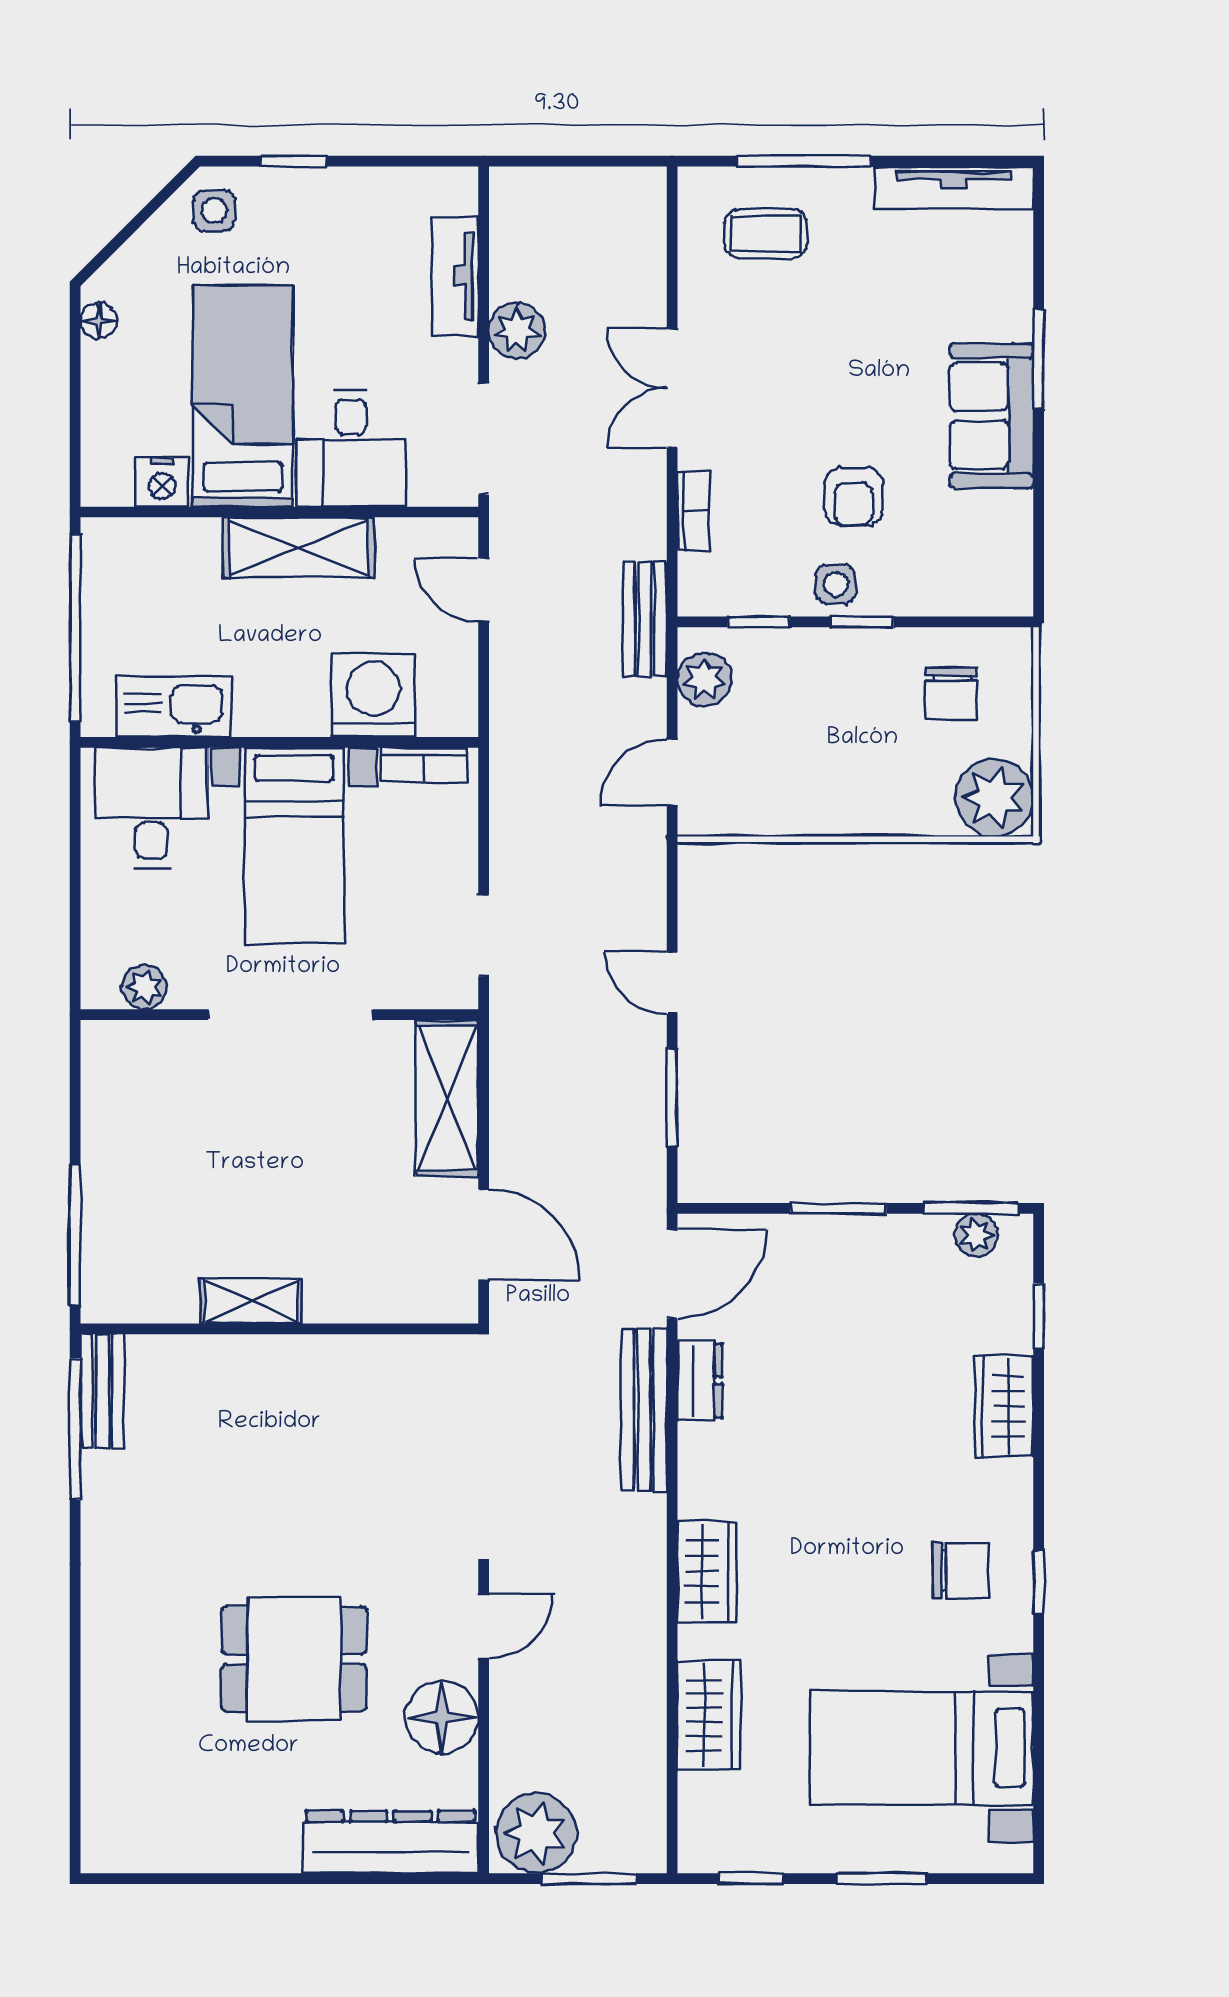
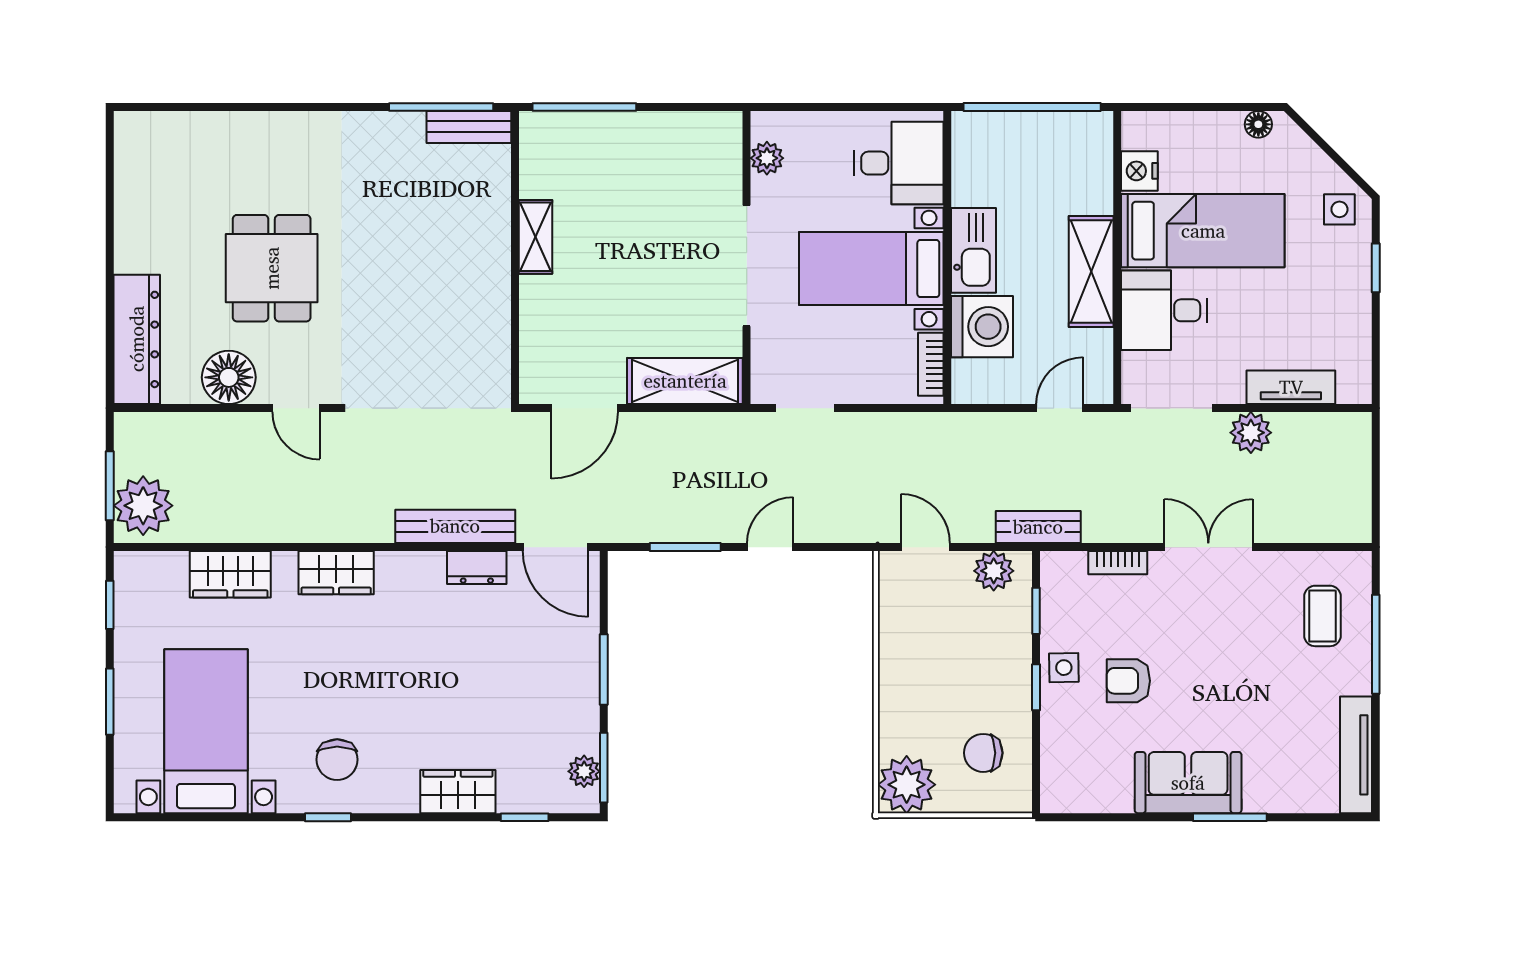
kitchen sink: (174, 707) -> (974, 250), moved
plant: (536, 1833) -> (143, 506), moved

